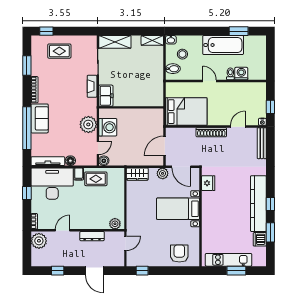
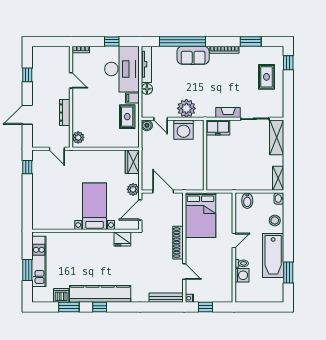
stool: (182, 54) -> (275, 220), moved
plant: (39, 241) -> (60, 55), removed
armchair: (179, 254) -> (46, 208), removed

